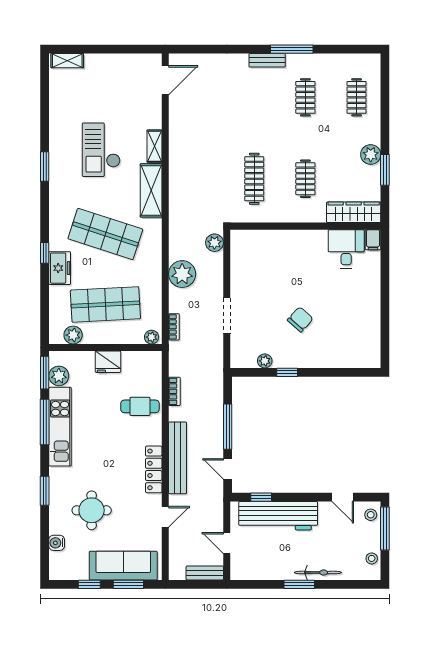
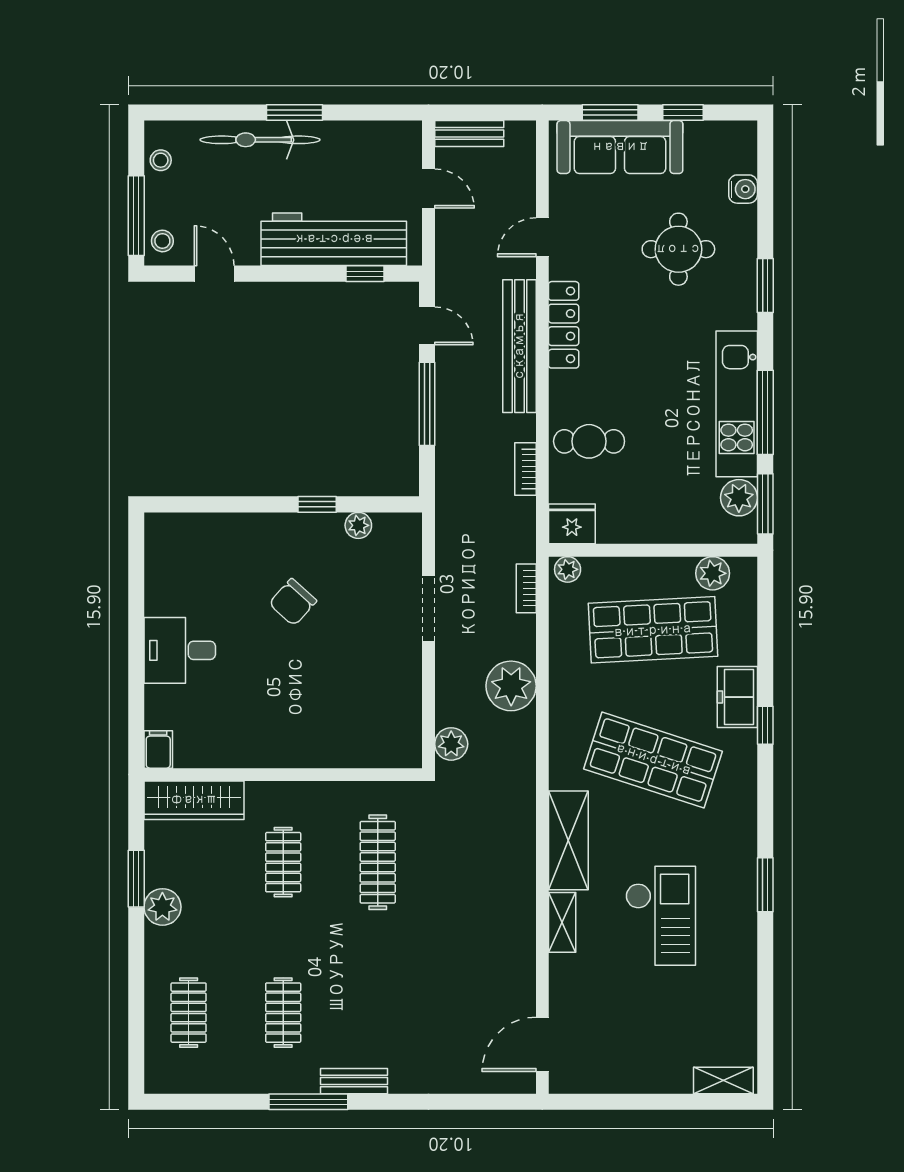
desk: (346, 249) -> (180, 650), moved, turned 90
fridge: (108, 362) -> (572, 524), moved
bicycle: (318, 572) -> (260, 140), width x1.37, depth x1.40

